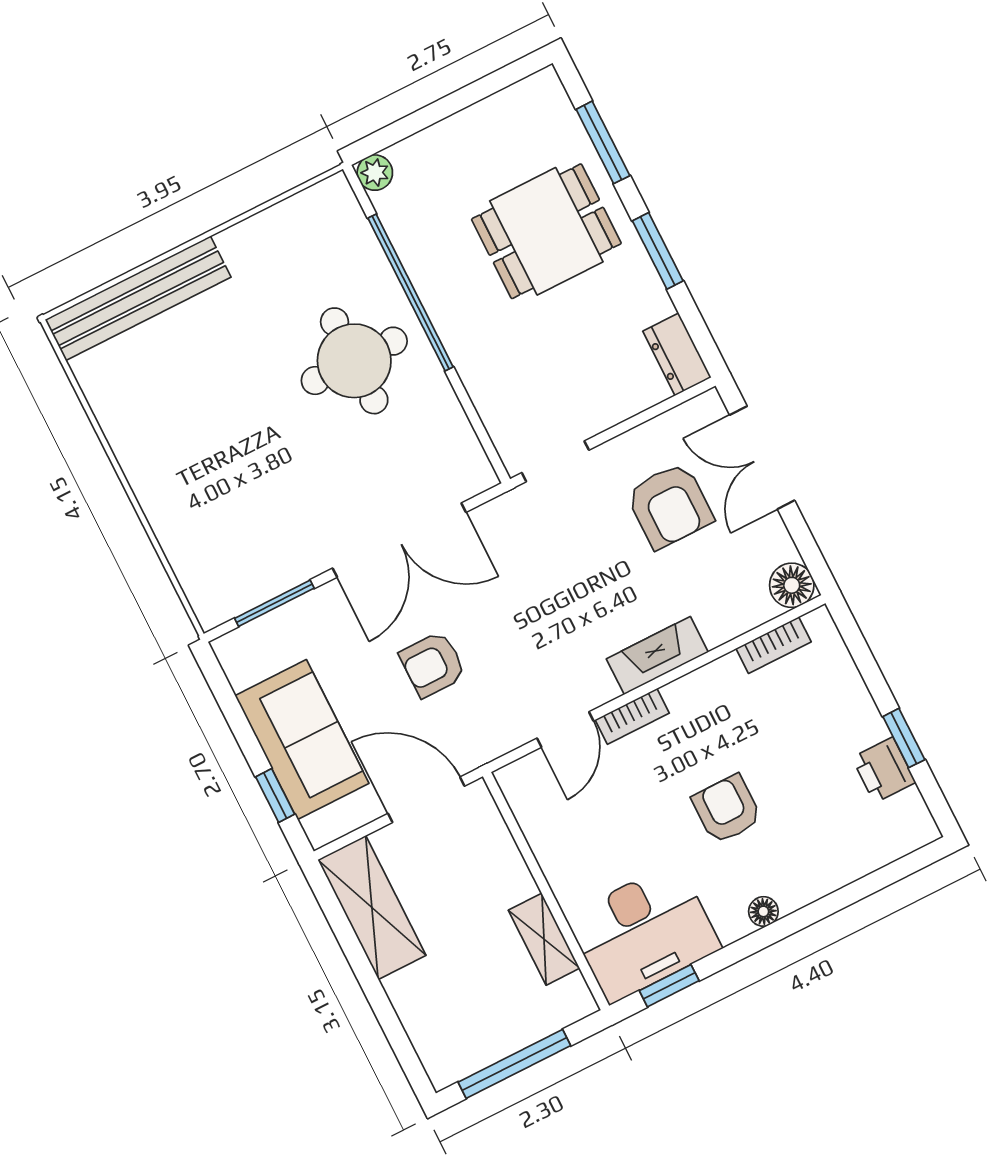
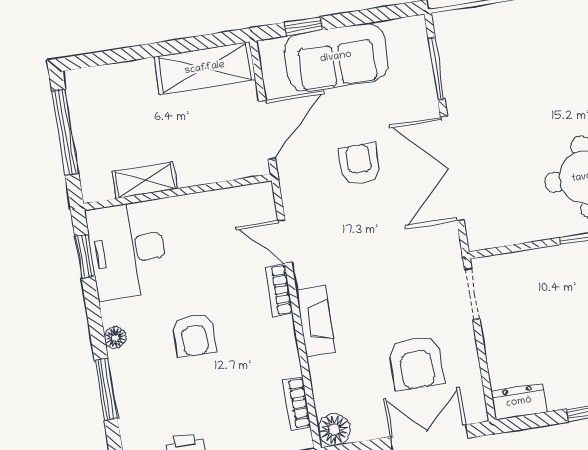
armchair: (670, 506) -> (416, 363), turned -90
armchair: (727, 809) -> (194, 335), turned 90
window: (835, 902) -> (106, 389), added

